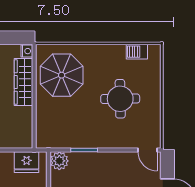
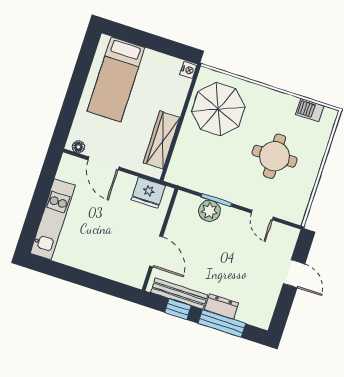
wardrobe: (23, 82) -> (162, 140), moved
door: (147, 150) -> (262, 215), moved
plant: (59, 161) -> (209, 211), moved

